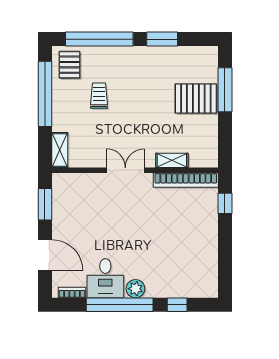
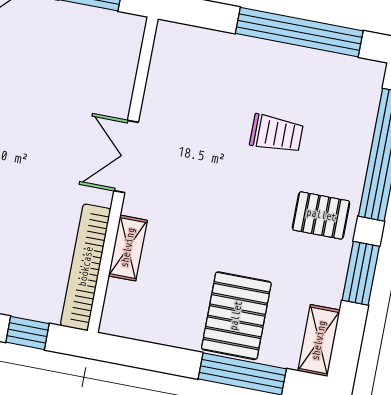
pallet: (70, 65) -> (321, 215), moved
shelving: (60, 150) -> (319, 341), moved, turned 90
double door: (125, 170) -> (126, 156), swing flipped

